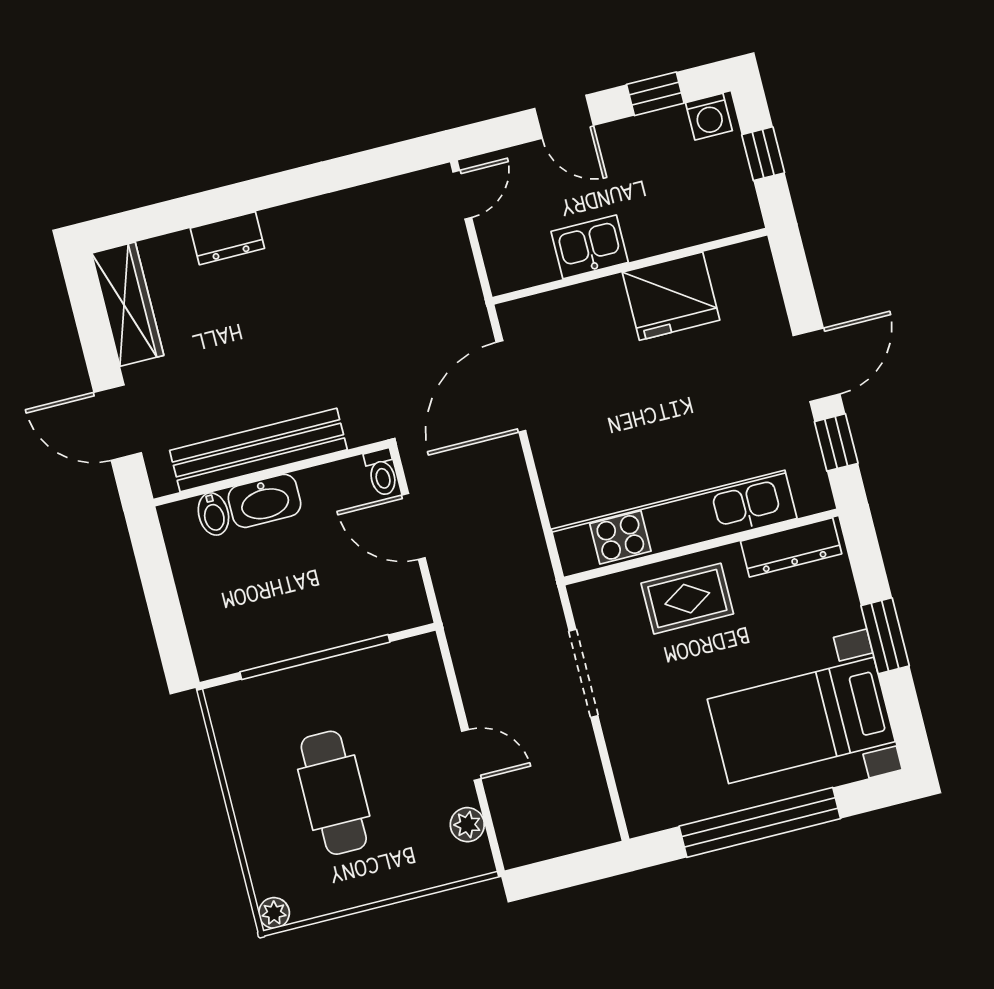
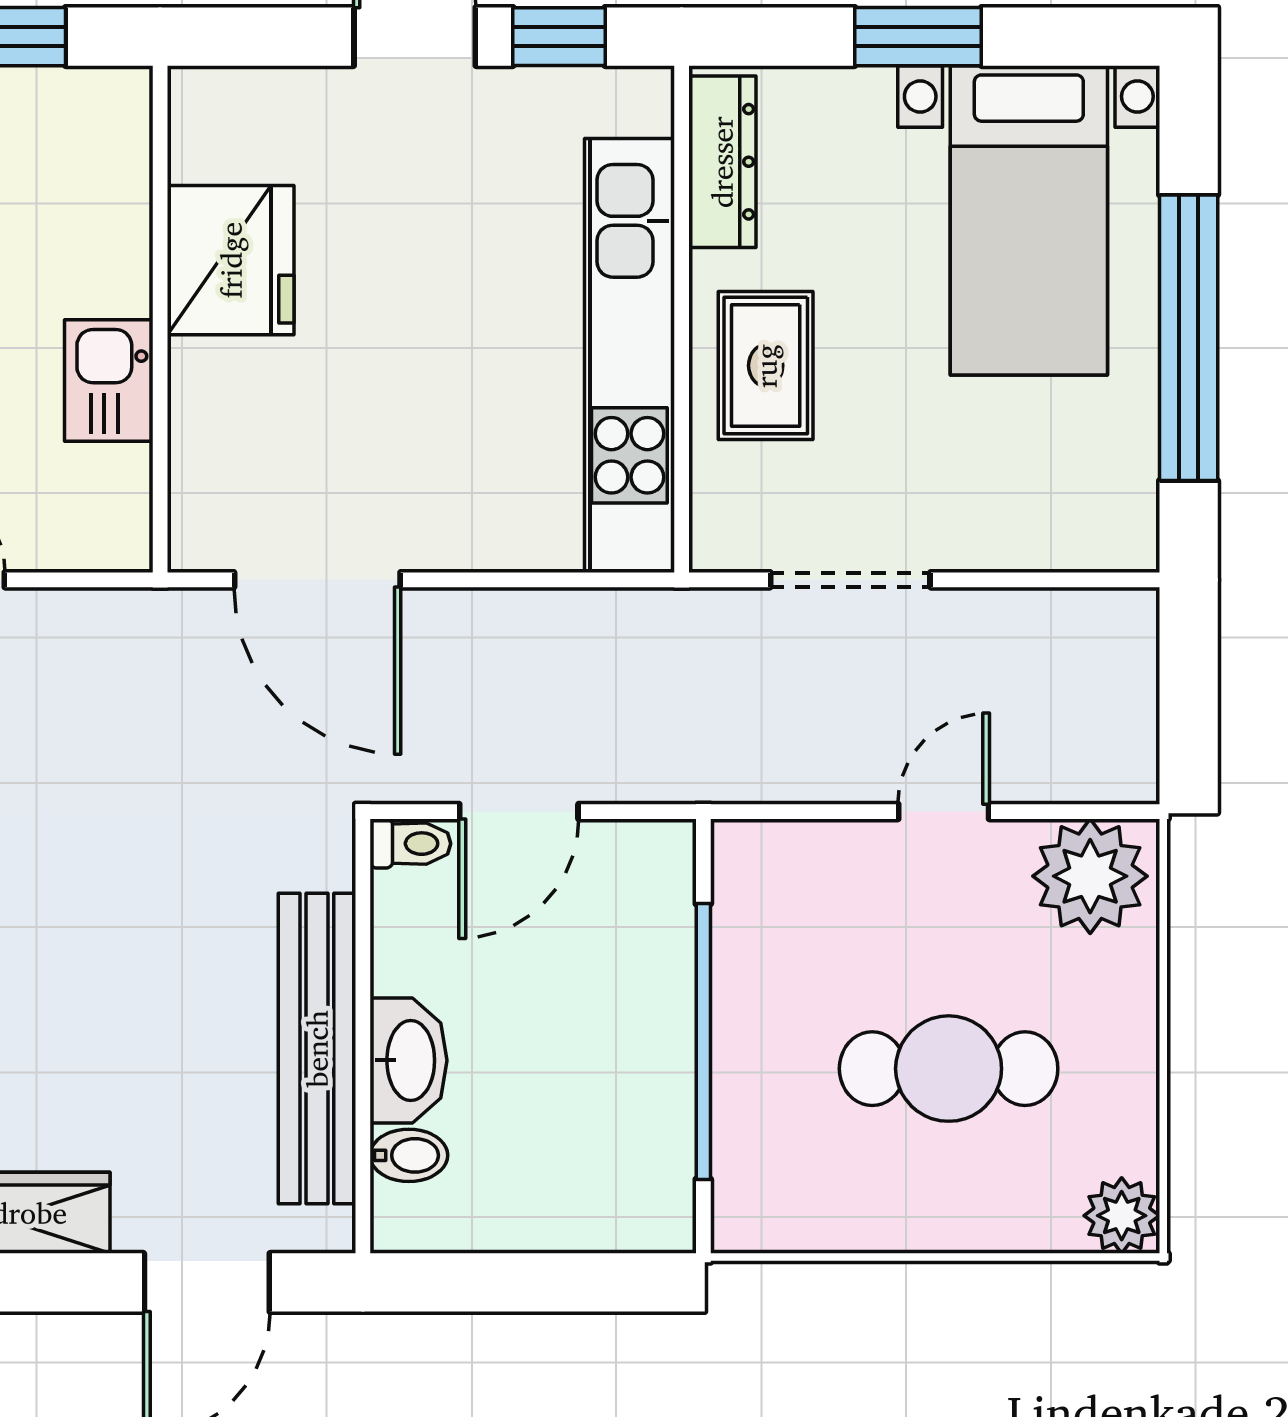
plant: (467, 825) -> (1090, 876), width x1.88, depth x1.88
plant: (274, 913) -> (1122, 1216), width x1.38, depth x1.38

